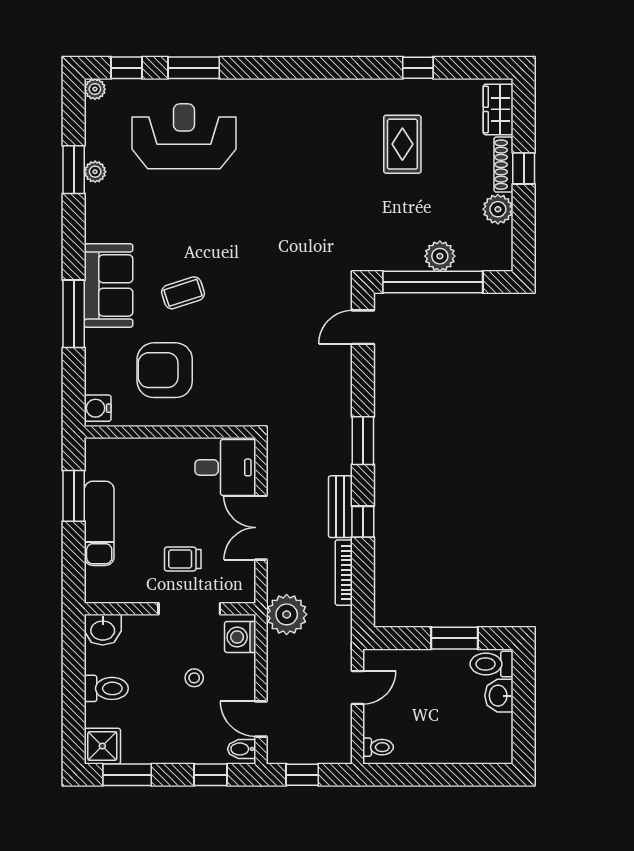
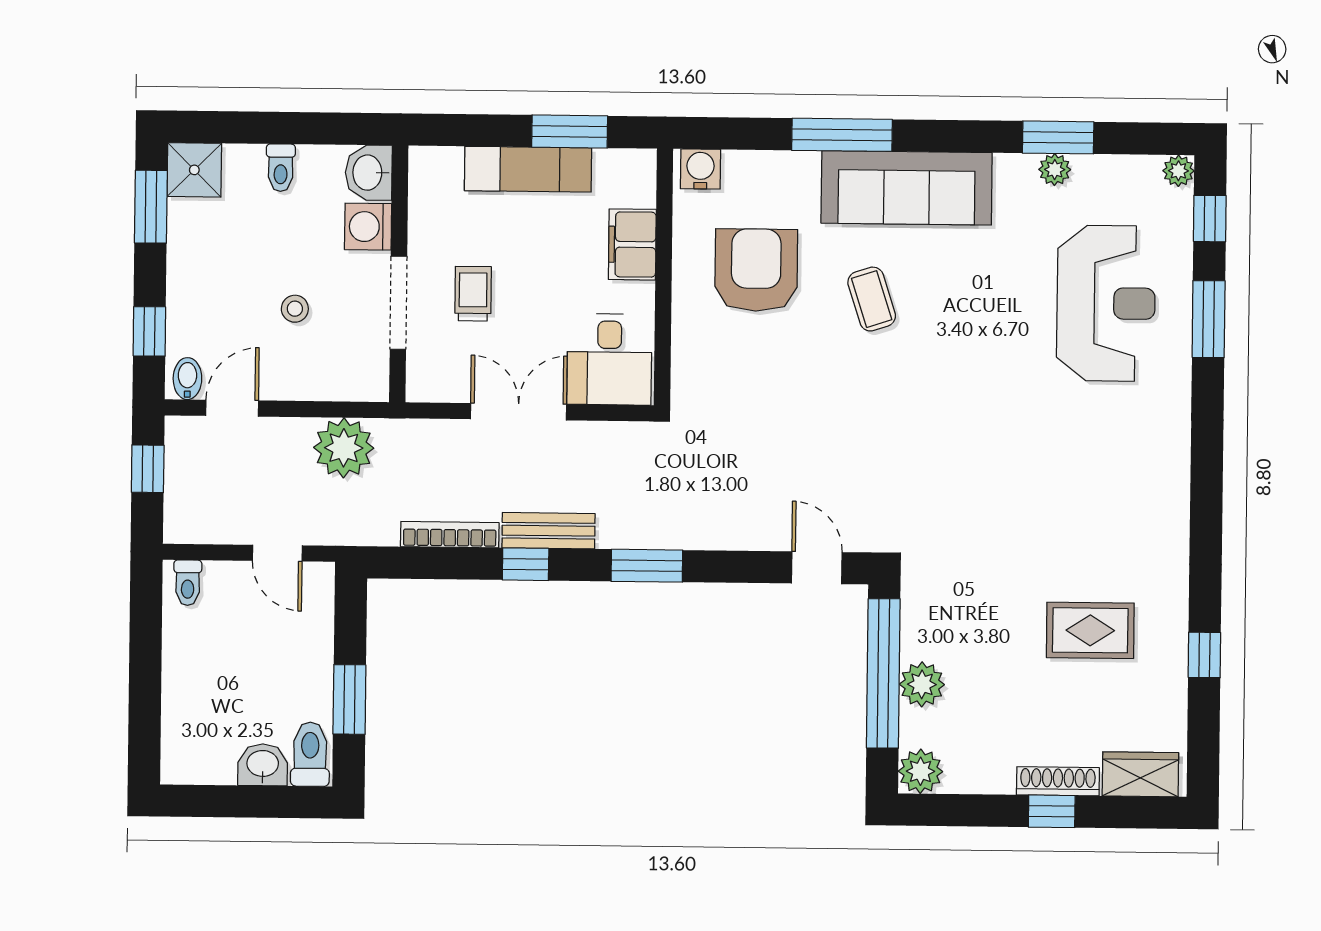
plant: (498, 209) -> (920, 771), moved
sofa: (109, 285) -> (907, 188), width x1.36
filing cabinet: (149, 453) -> (632, 244), added
plant: (287, 614) -> (344, 448), moved
washing machine: (240, 637) -> (368, 227), moved, turned -90
toilet: (106, 688) -> (281, 168), width x0.73, depth x0.72

